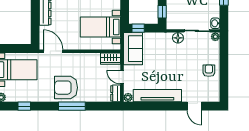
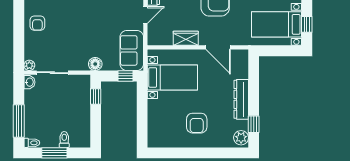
floor lamp: (178, 38) -> (95, 64), moved
door: (53, 51) -> (218, 47), moved
wardrobe: (110, 59) -> (186, 38), moved
door: (122, 77) -> (145, 15), hinge flipped

